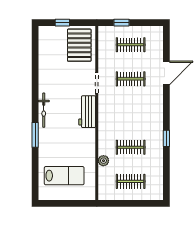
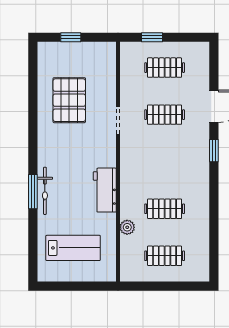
pallet: (79, 45) -> (69, 100), moved
bicycle: (44, 110) -> (45, 191), moved
workbench: (87, 112) -> (105, 190), moved
window: (166, 138) -> (214, 151), moved

